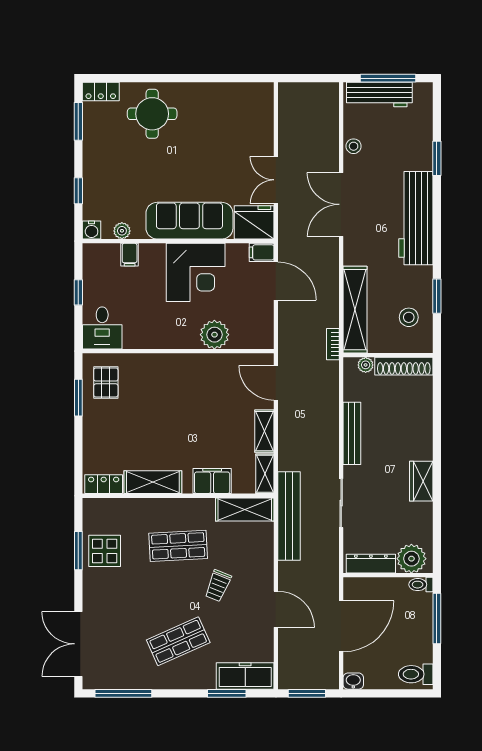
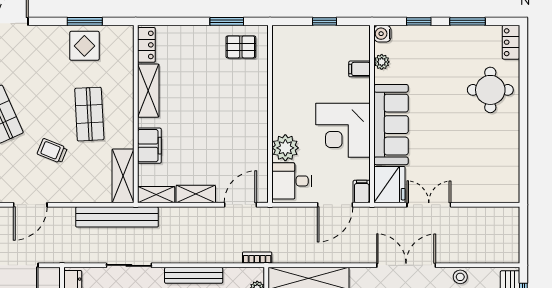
window: (78, 121) -> (468, 21), moved
desk: (102, 328) -> (292, 181), moved
bookcase: (333, 344) -> (257, 258), moved

